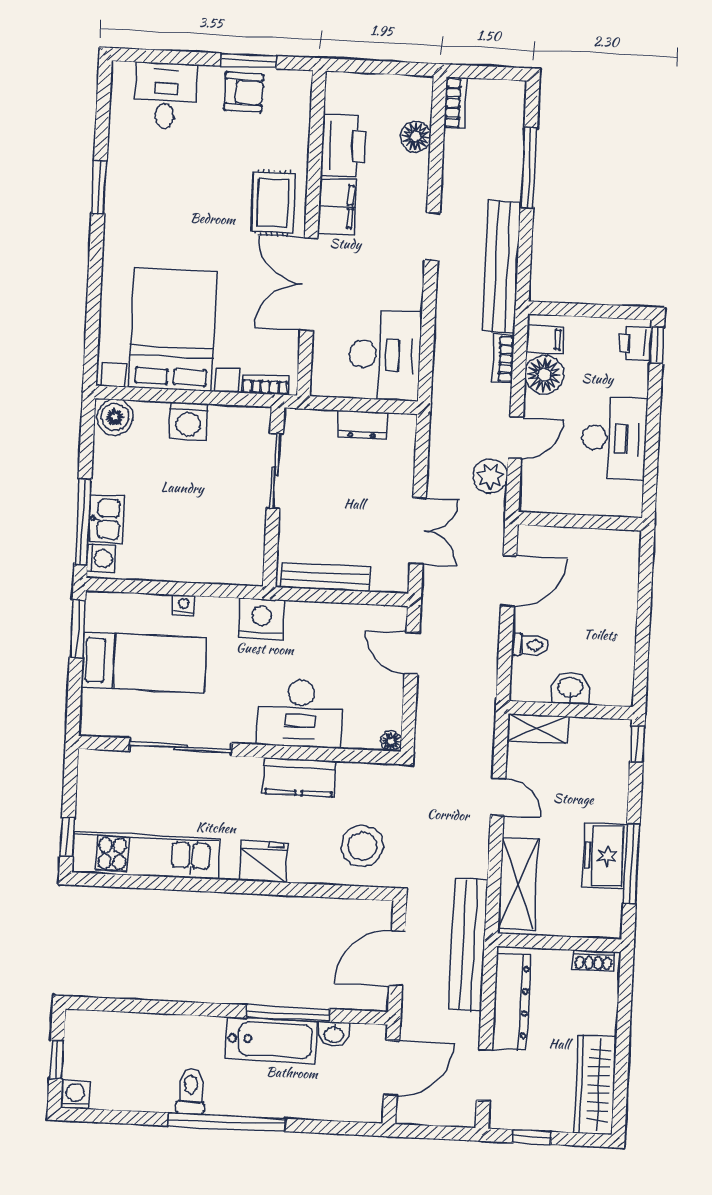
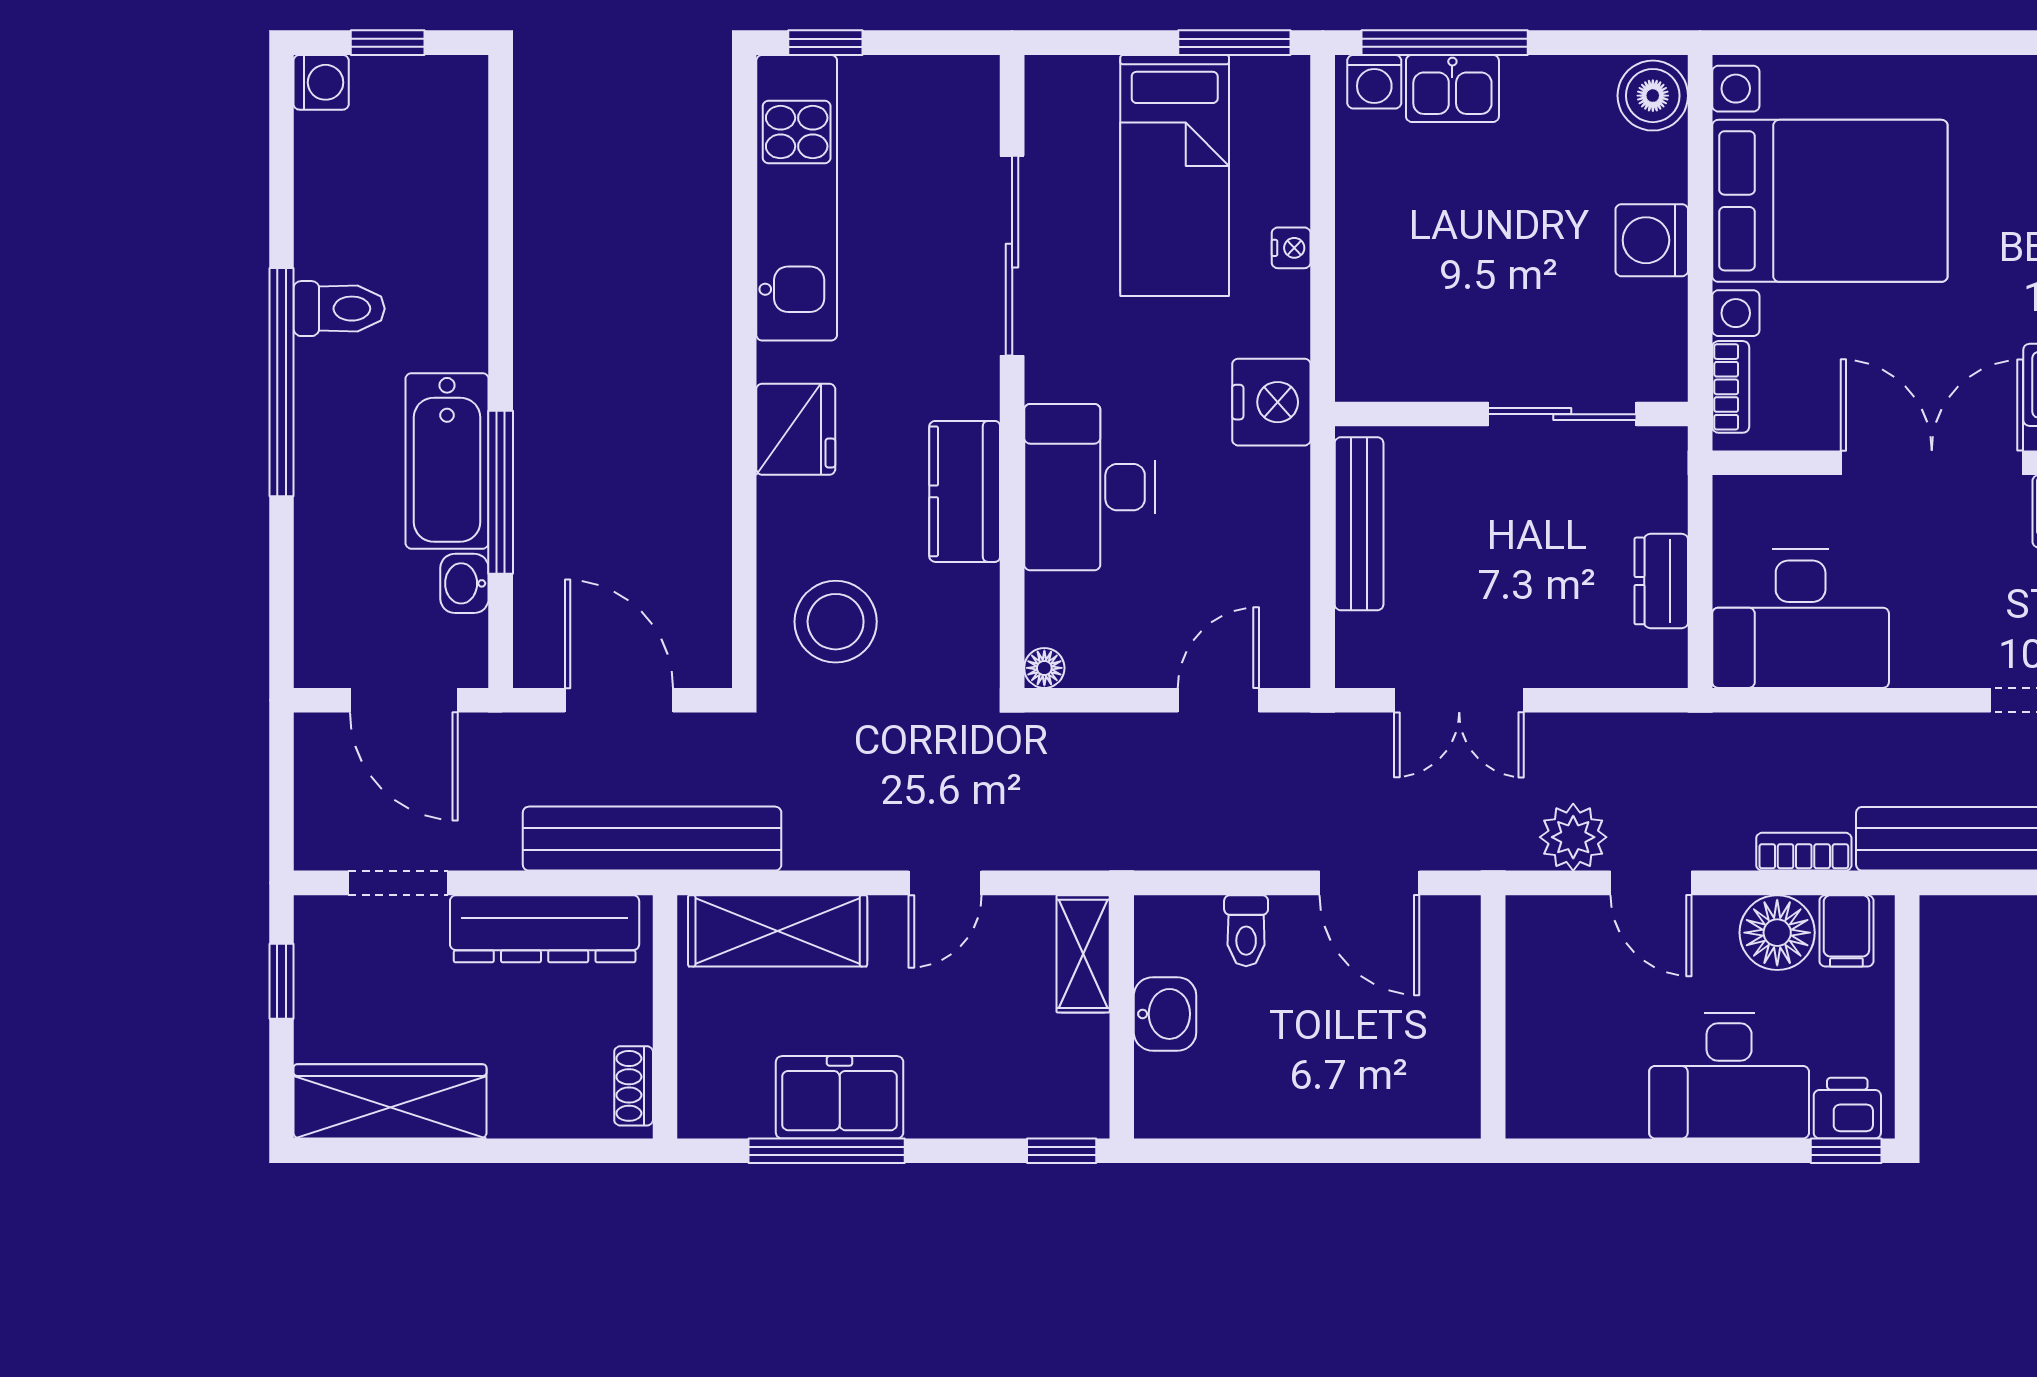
desk: (614, 438) -> (1729, 1076), moved

